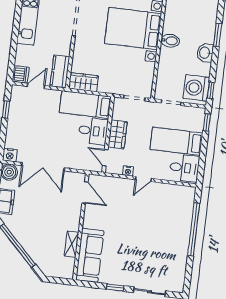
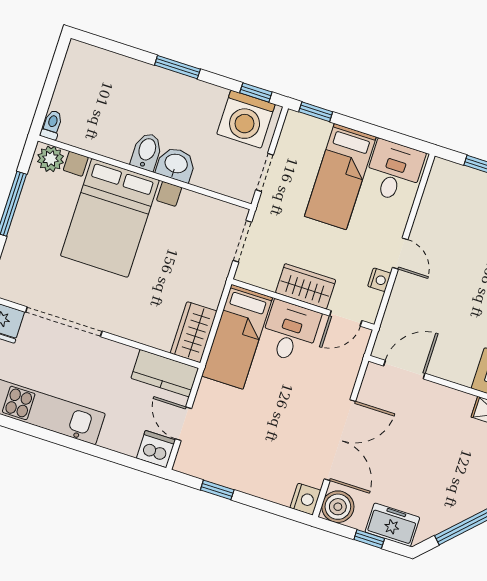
window: (218, 35) -> (177, 67), moved
washbasin: (205, 53) -> (176, 164), moved, turned 180

